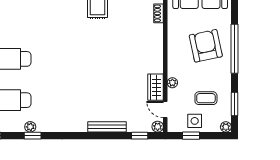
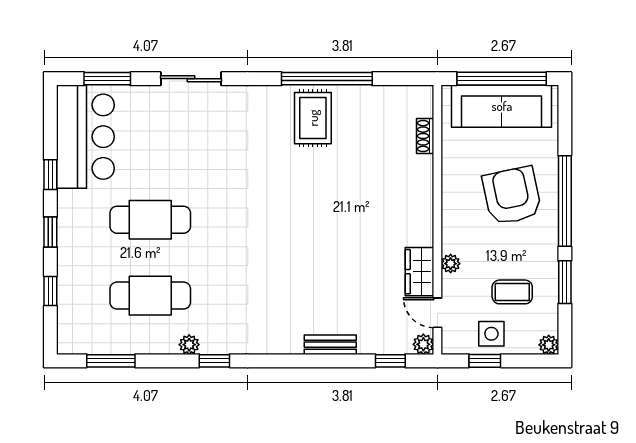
window: (235, 104) -> (565, 282), moved
bench: (107, 127) -> (330, 345), width x0.73
window: (33, 136) -> (214, 361), moved

